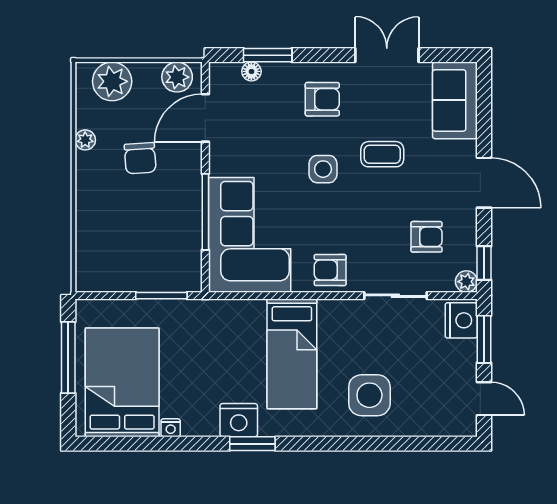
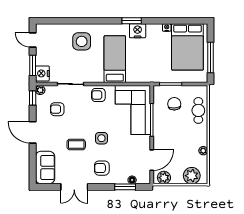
chair: (140, 158) -> (174, 104), moved
cafe table: (97, 234) -> (198, 110), added
armchair: (330, 270) -> (98, 95), turned 180

